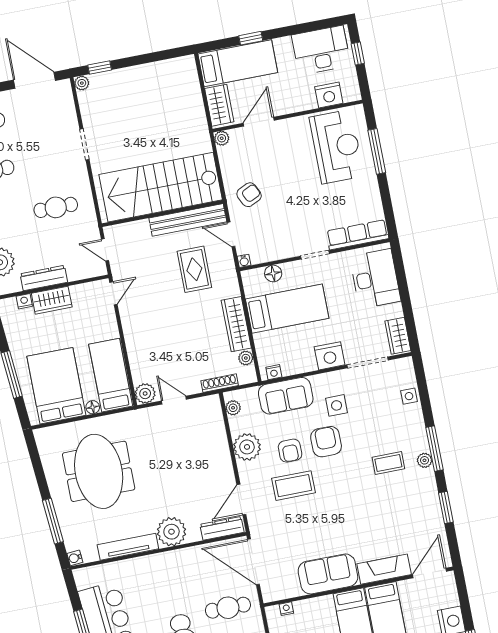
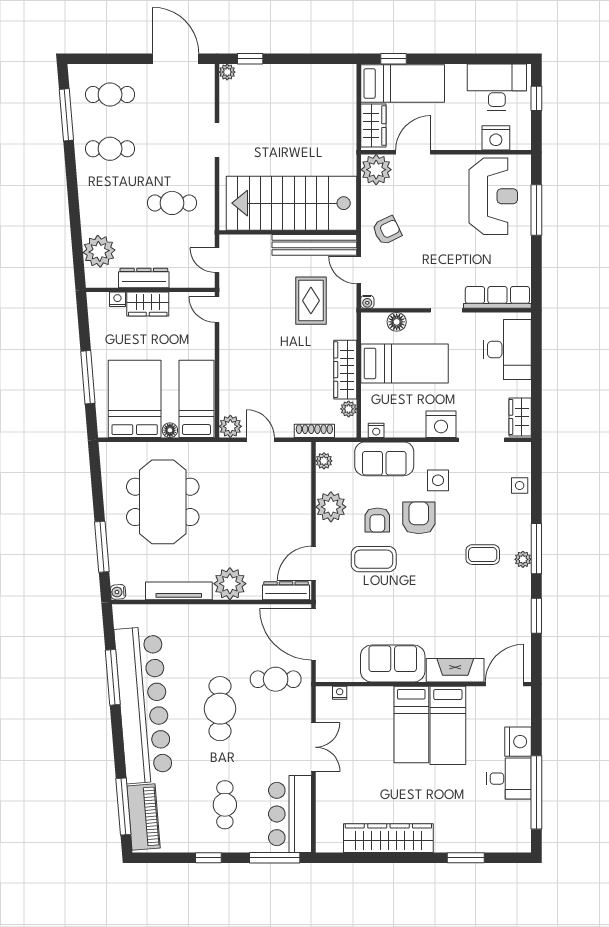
window: (251, 38) -> (394, 59), moved
plant: (222, 138) -> (376, 170), width x1.88, depth x1.88
door: (113, 293) -> (217, 309), swing flipped

